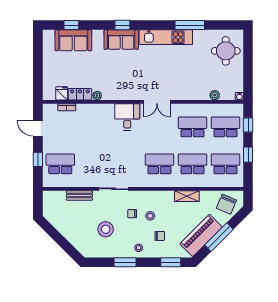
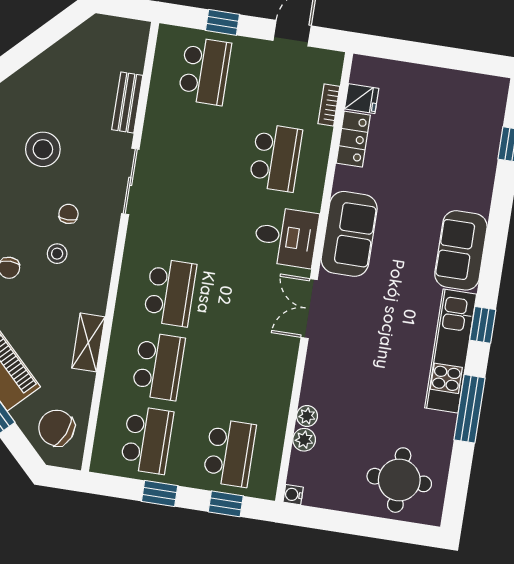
window: (122, 25) -> (483, 325), moved
sofa: (73, 40) -> (349, 234), moved, turned 180
plant: (97, 96) -> (307, 416), moved
school desk: (192, 127) -> (276, 158), moved

